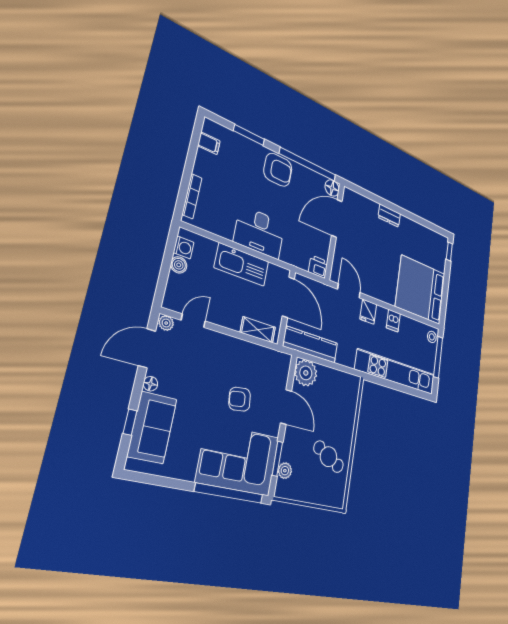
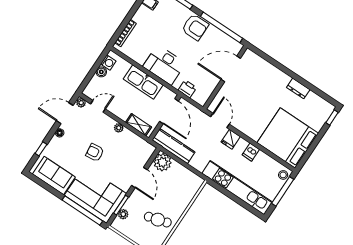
floor lamp: (332, 188) -> (236, 47), removed
dresser: (389, 216) -> (298, 88), moved
printer: (318, 267) -> (187, 89), moved
plant: (234, 344) -> (119, 128), added
armchair: (240, 399) -> (95, 153), moved
sofa: (152, 427) -> (54, 176), moved, turned -90
cafe table: (329, 457) -> (158, 220), turned -44

